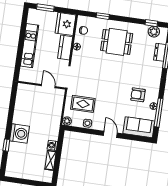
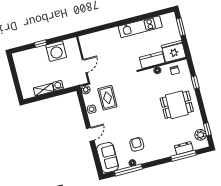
dining table: (117, 42) -> (177, 105), turned 90
wall: (42, 85) -> (83, 60), moved
door: (48, 86) -> (85, 66), moved

